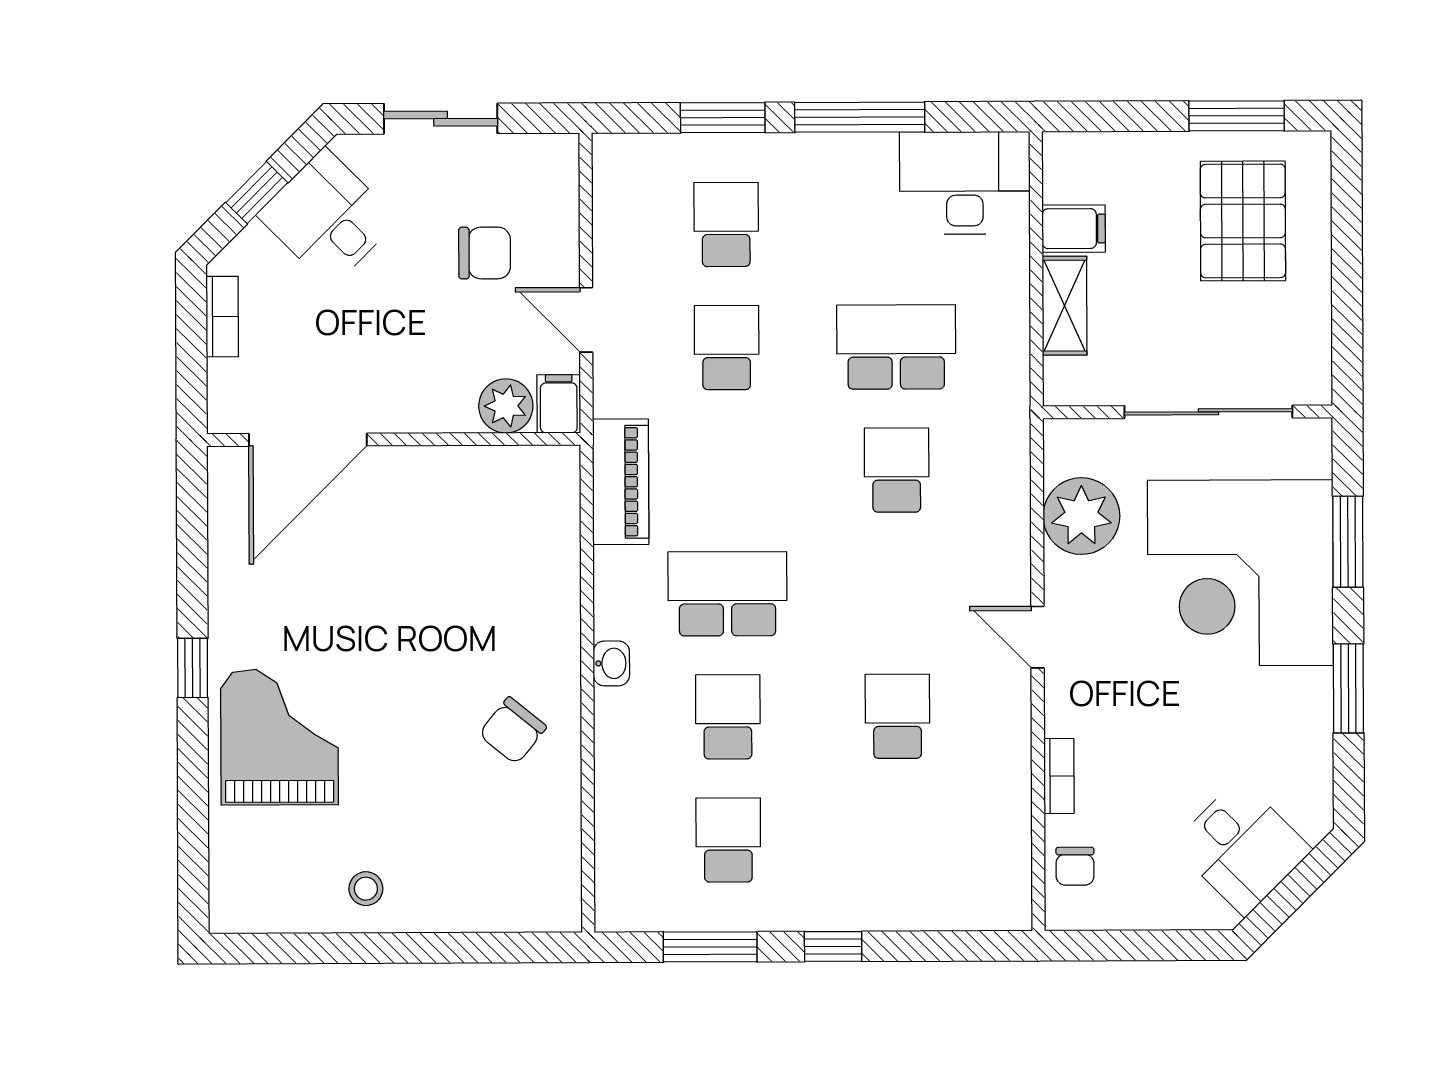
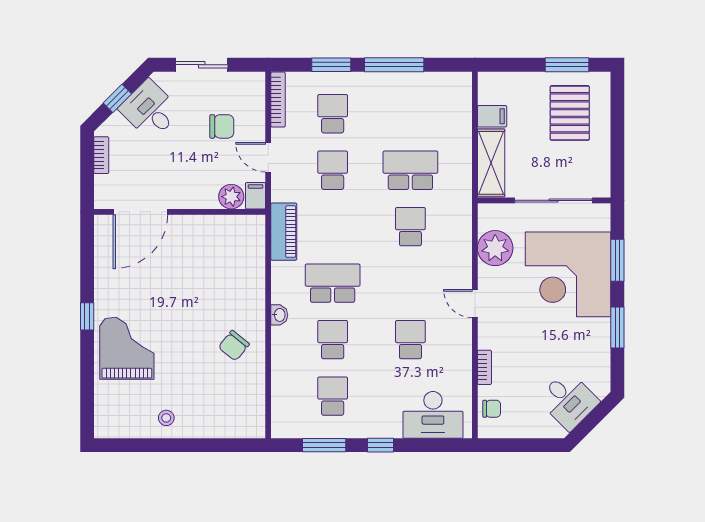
desk: (965, 183) -> (433, 415), moved, turned 180
bookcase: (607, 194) -> (278, 100), added
shelving: (1064, 306) -> (491, 163), width x1.50, depth x1.33
chair: (1075, 866) -> (492, 409), turned -90

